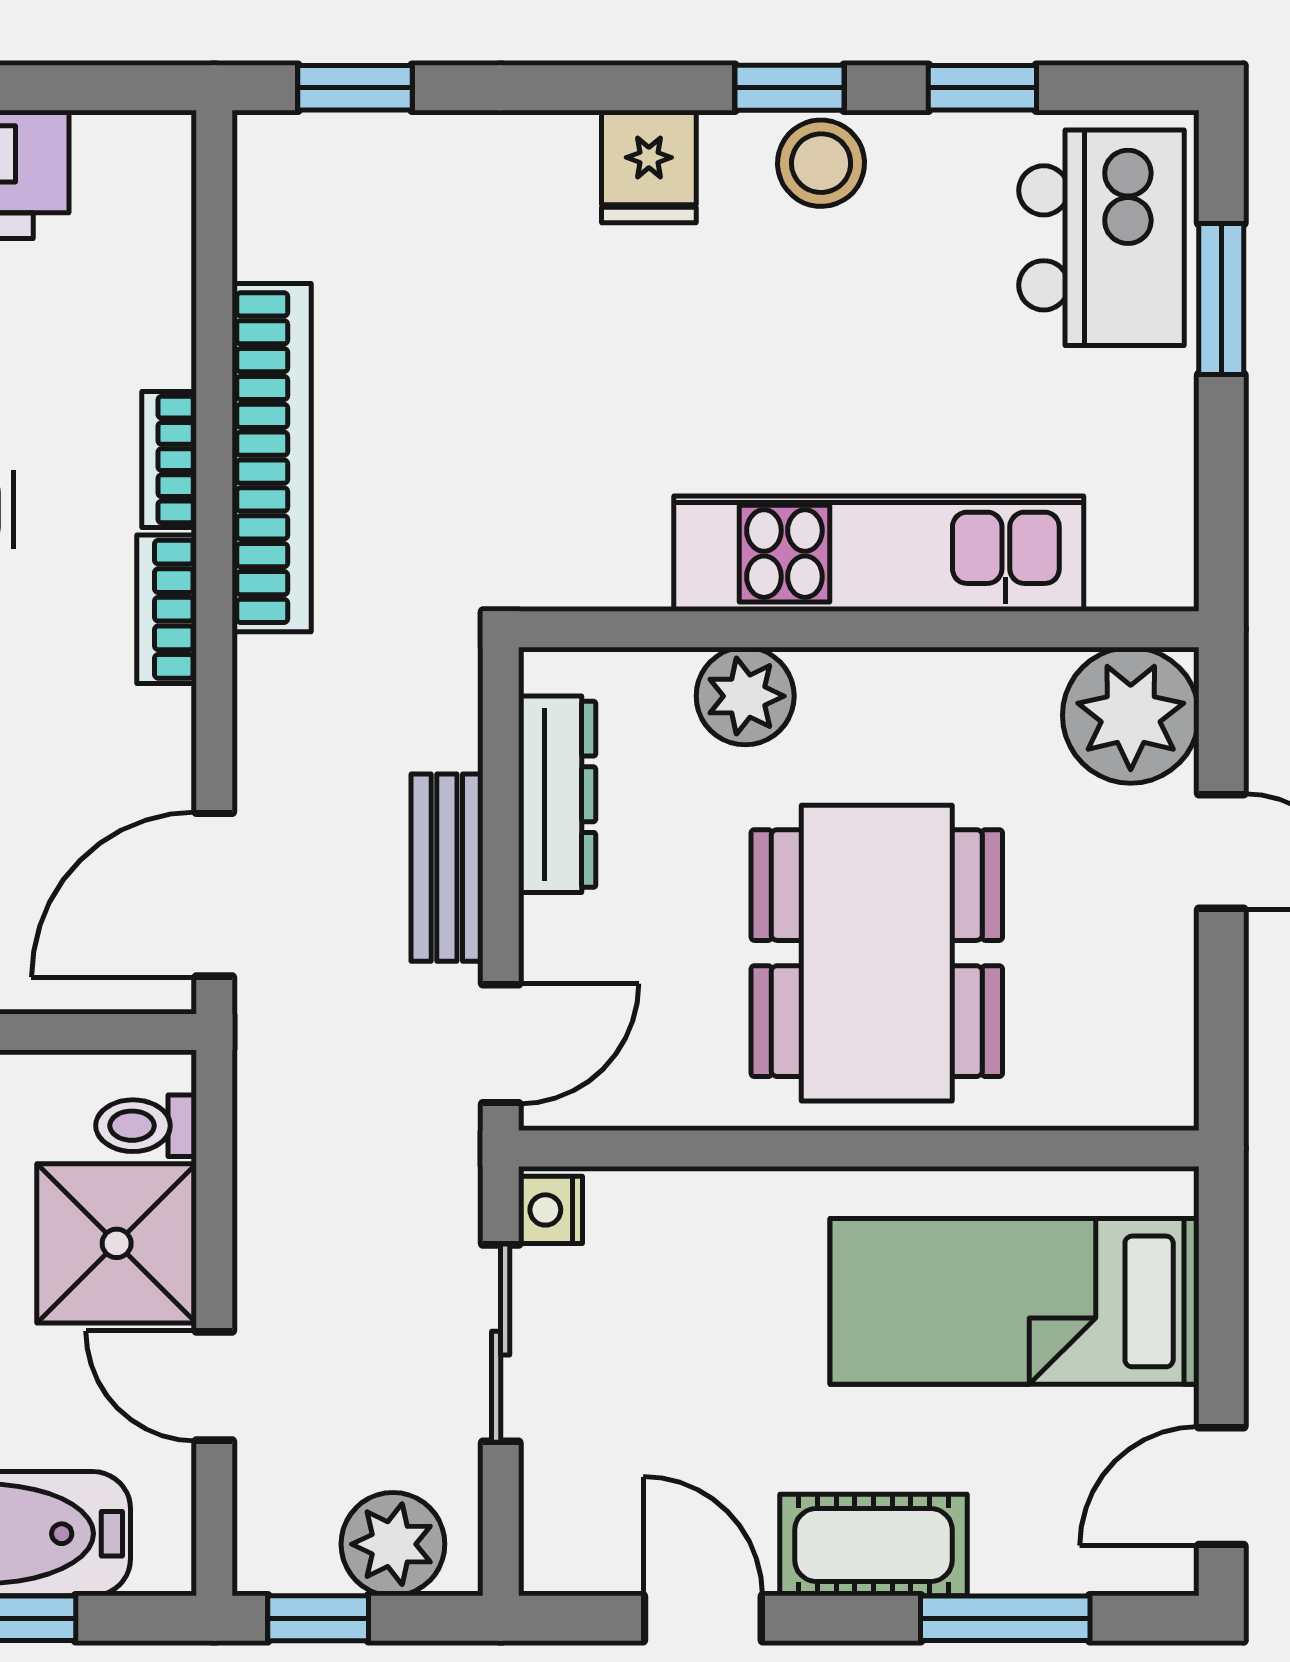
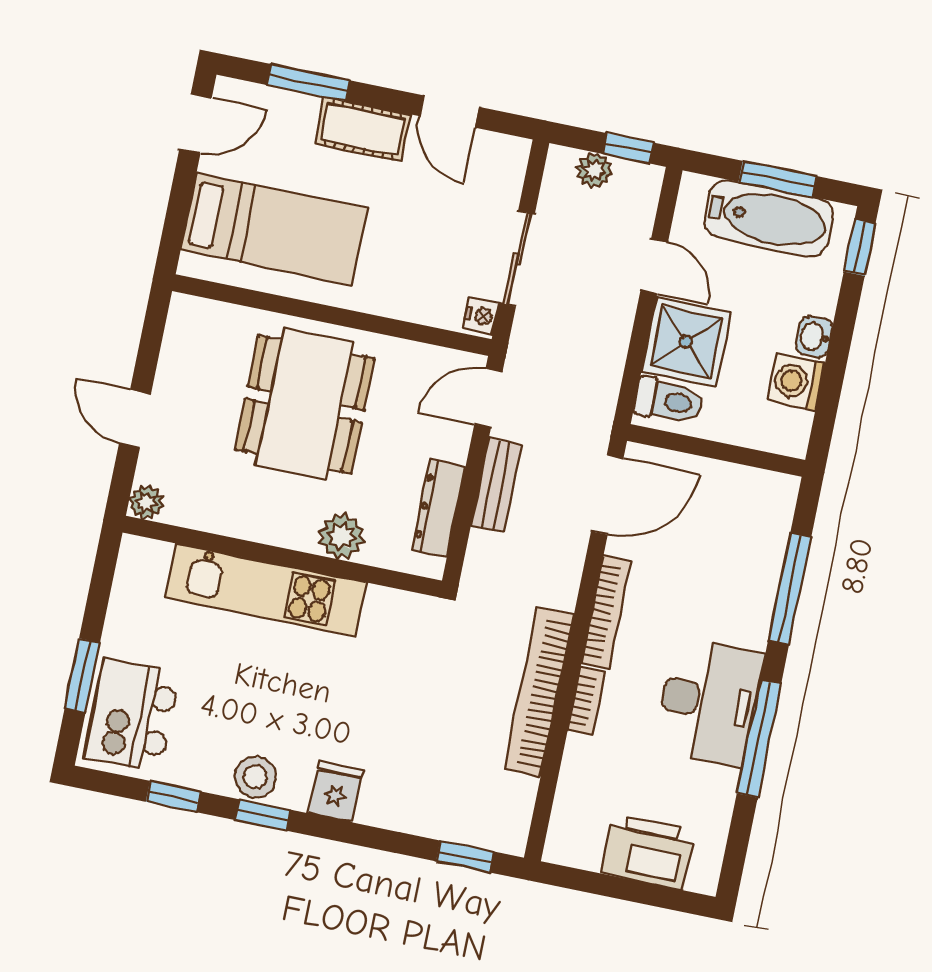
bookcase: (167, 609) -> (606, 612), width x1.56
plant: (1131, 715) -> (146, 502), width x0.53, depth x0.53
toilet: (146, 1126) -> (669, 401), width x1.37, depth x1.39
plant: (393, 1544) -> (594, 170), width x0.73, depth x0.73

